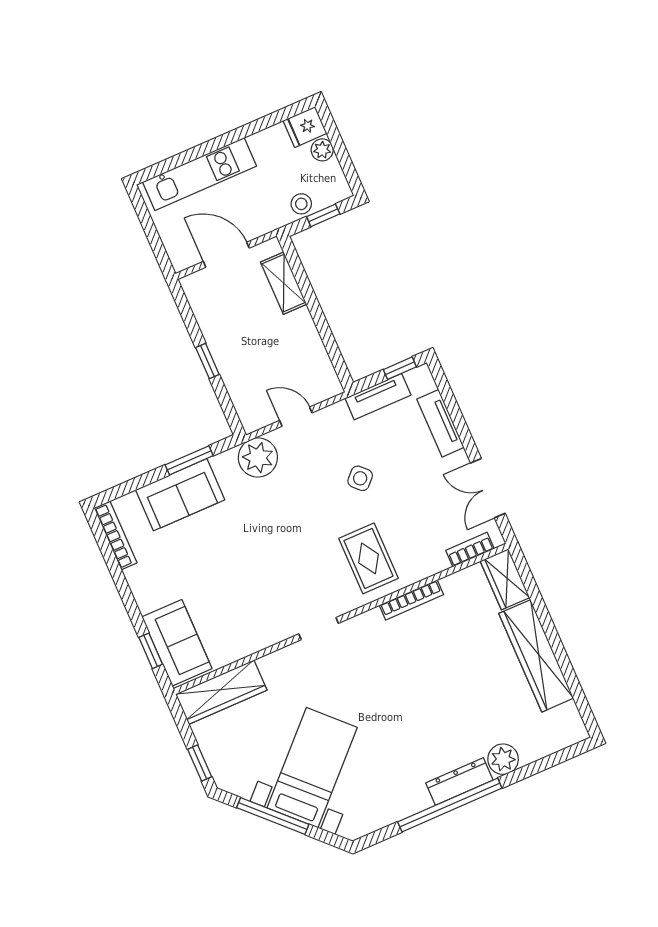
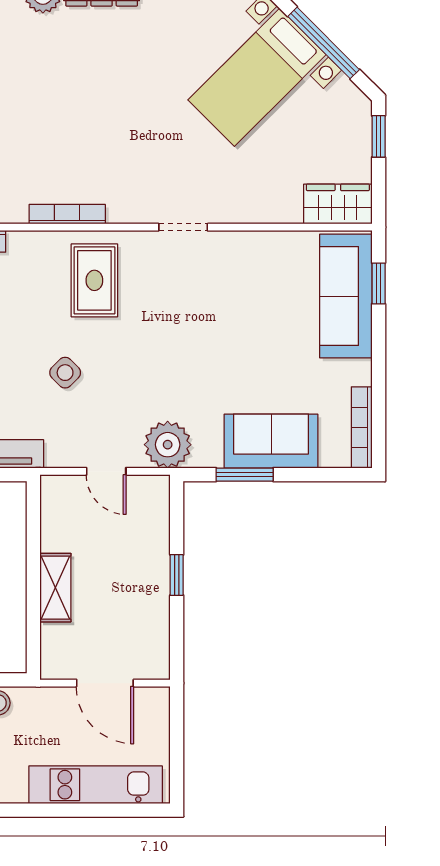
shelving: (284, 283) -> (55, 588), moved
sofa: (177, 643) -> (346, 296), width x1.36
wardrobe: (221, 692) -> (338, 204), width x0.67

